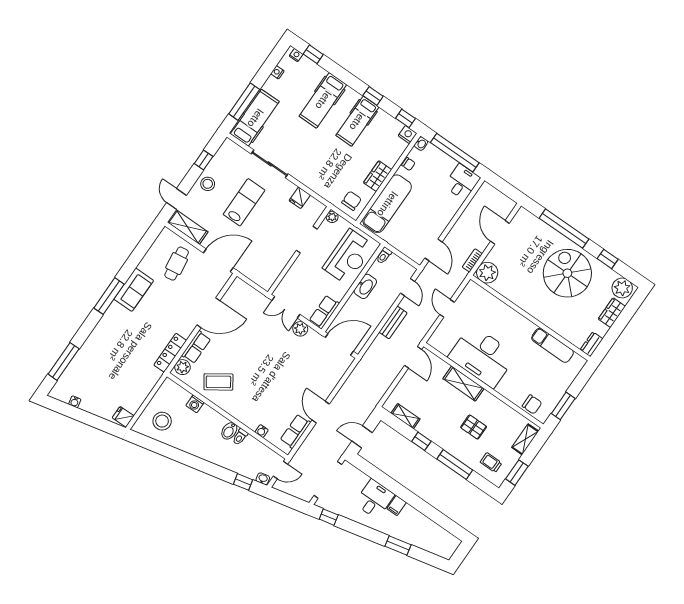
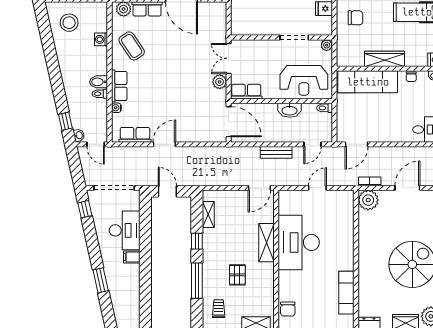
wardrobe: (378, 176) -> (384, 59), width x1.50
chair: (352, 201) -> (356, 18), moved
row of seats: (245, 416) -> (119, 86), added
desk: (374, 499) -> (125, 230), width x1.37

